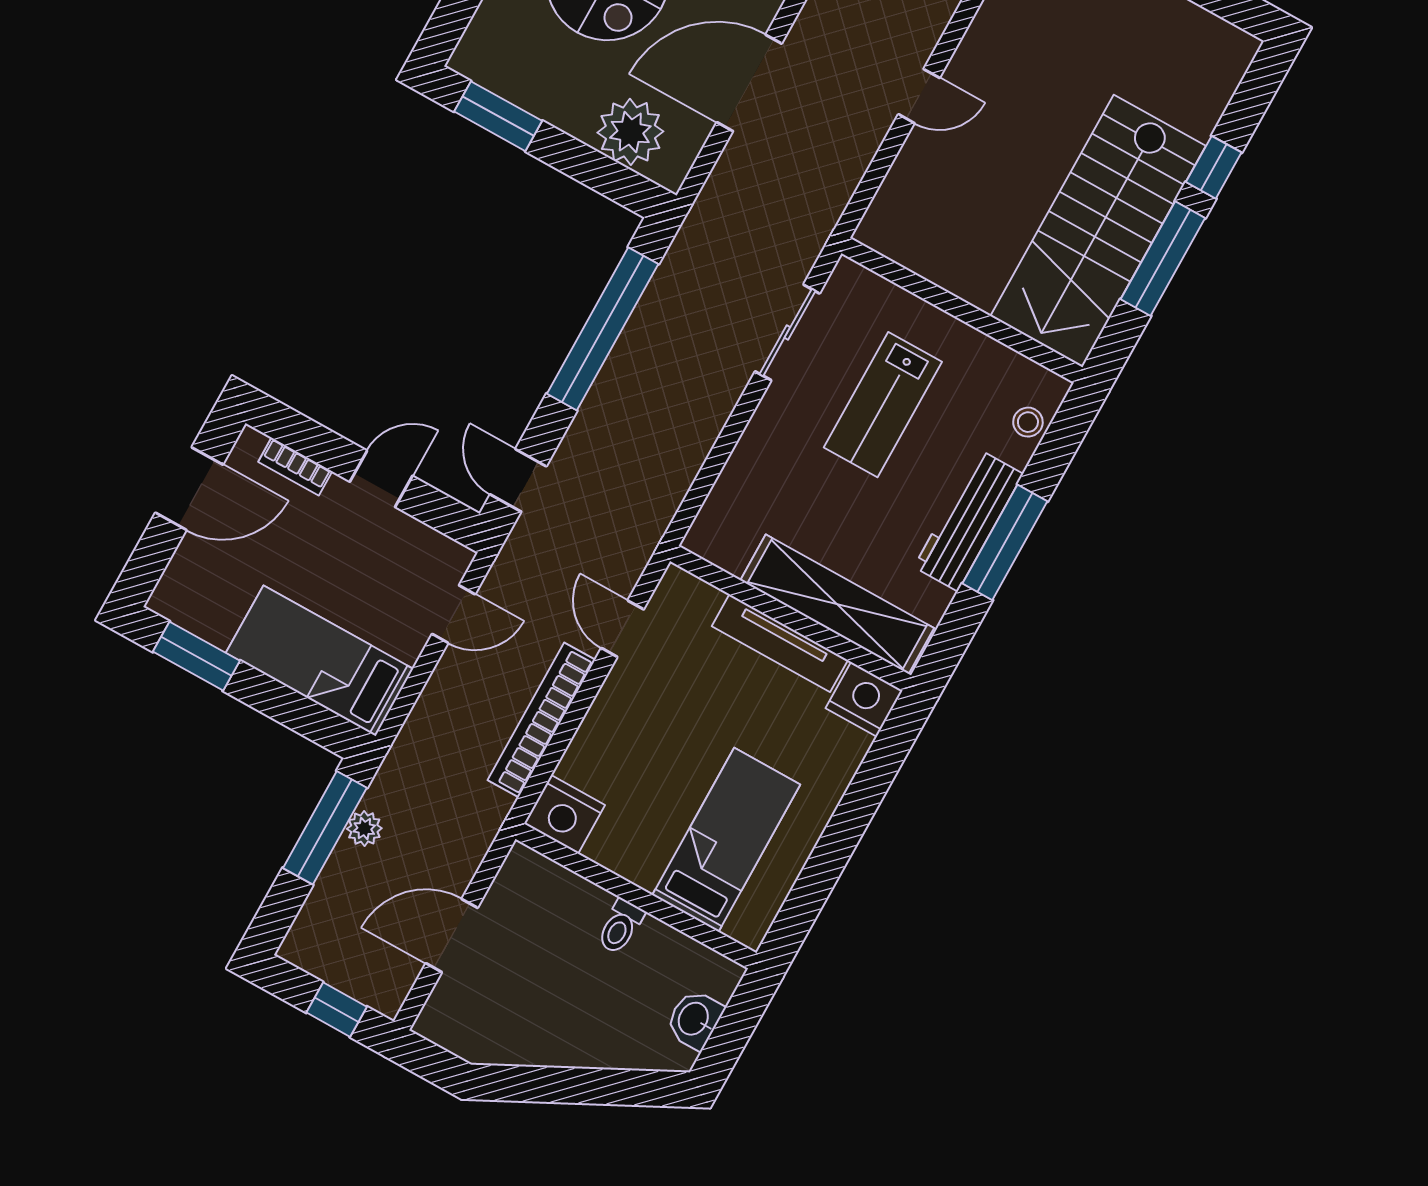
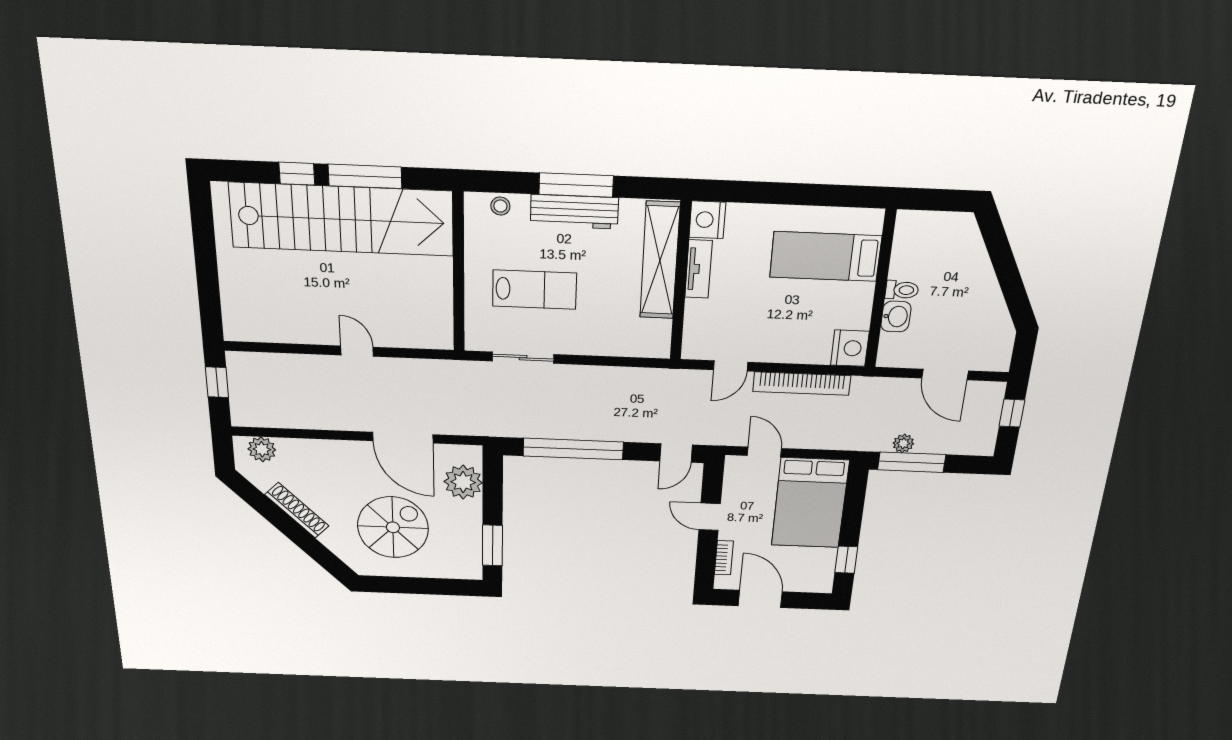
stairs: (1098, 231) -> (342, 219), width x1.36
tv unit: (780, 643) -> (699, 269), width x0.71
window: (196, 656) -> (846, 560), width x0.67
bed: (319, 661) -> (810, 503), width x1.50
washbasin: (694, 1019) -> (896, 316), moved, turned -90

